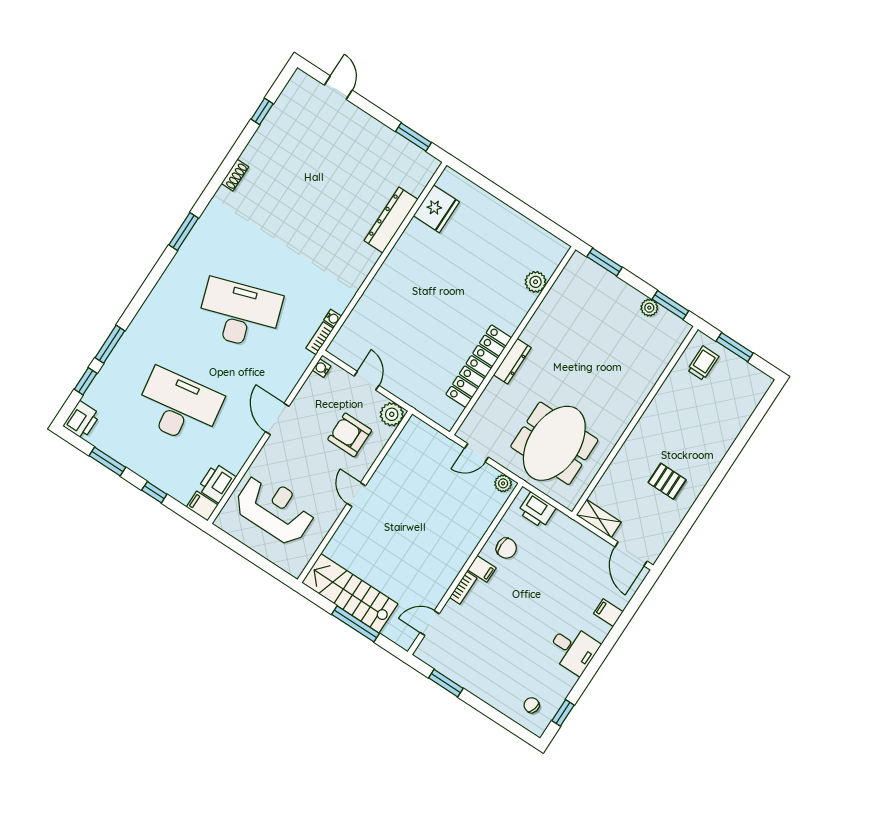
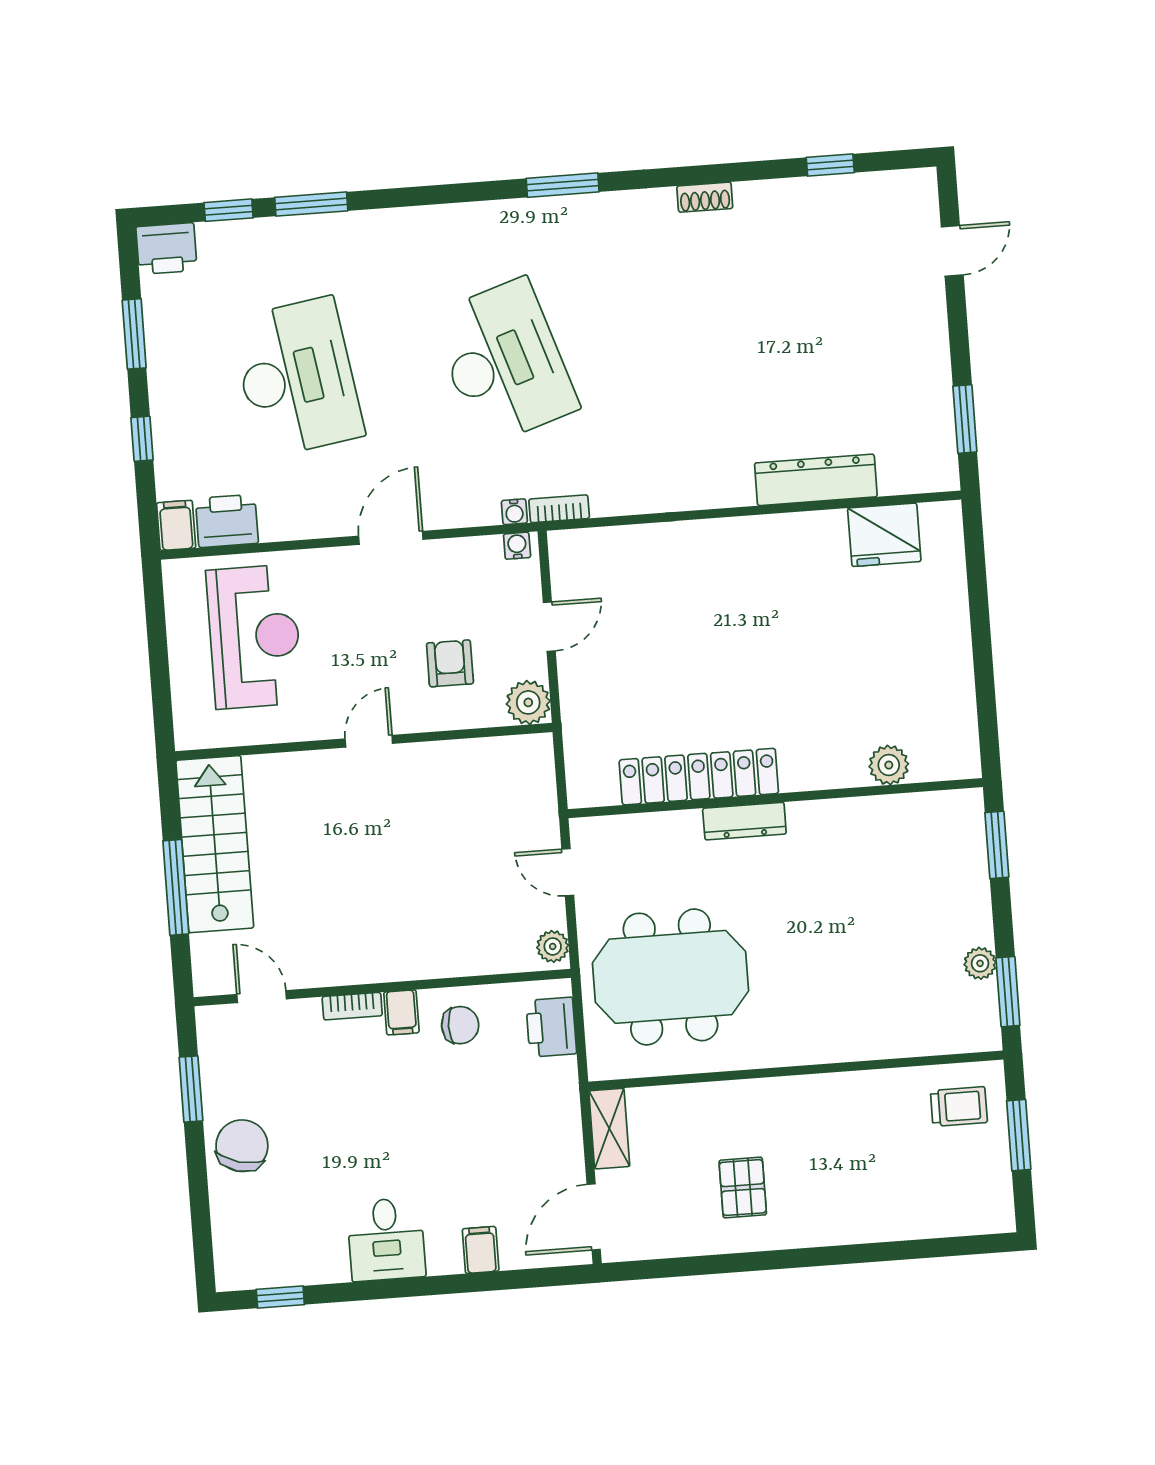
water cooler: (333, 318) -> (514, 512), moved
armchair: (350, 435) -> (450, 663), width x0.72, depth x0.72
chair: (506, 548) -> (460, 1025), turned -90
chair: (532, 705) -> (242, 1146), moved, width x1.87, depth x1.87

